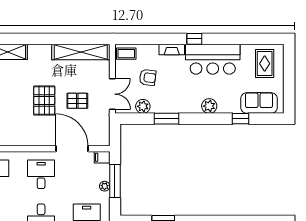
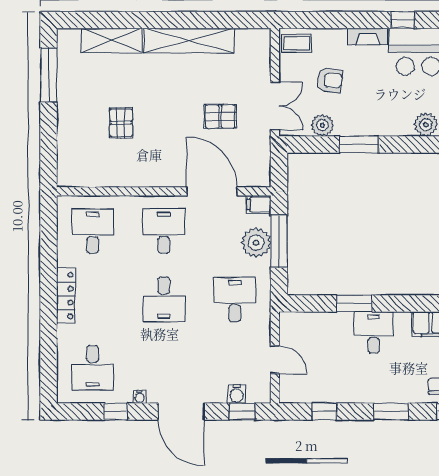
shelving: (81, 52) -> (189, 41), moved
pallet: (44, 100) -> (121, 123), moved, width x0.67, depth x0.71
plant: (105, 186) -> (256, 243), width x1.87, depth x1.87

